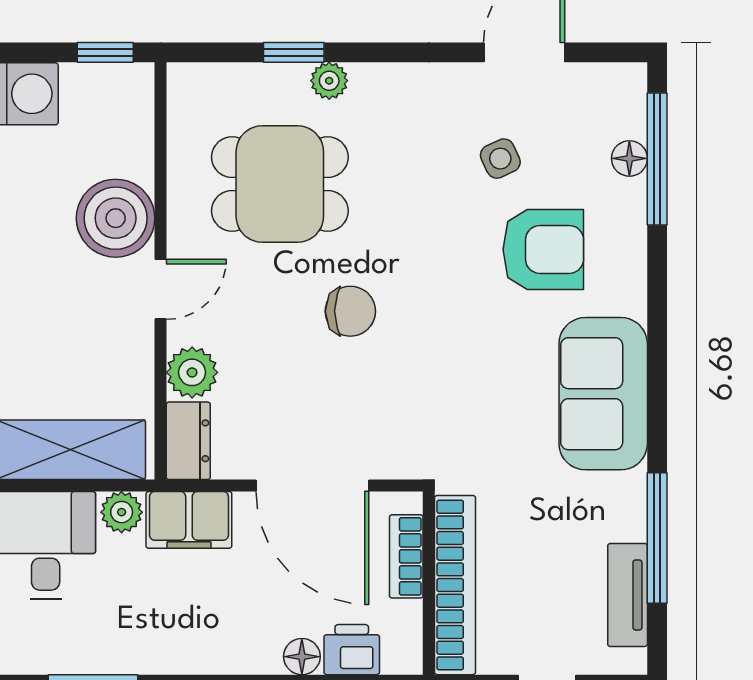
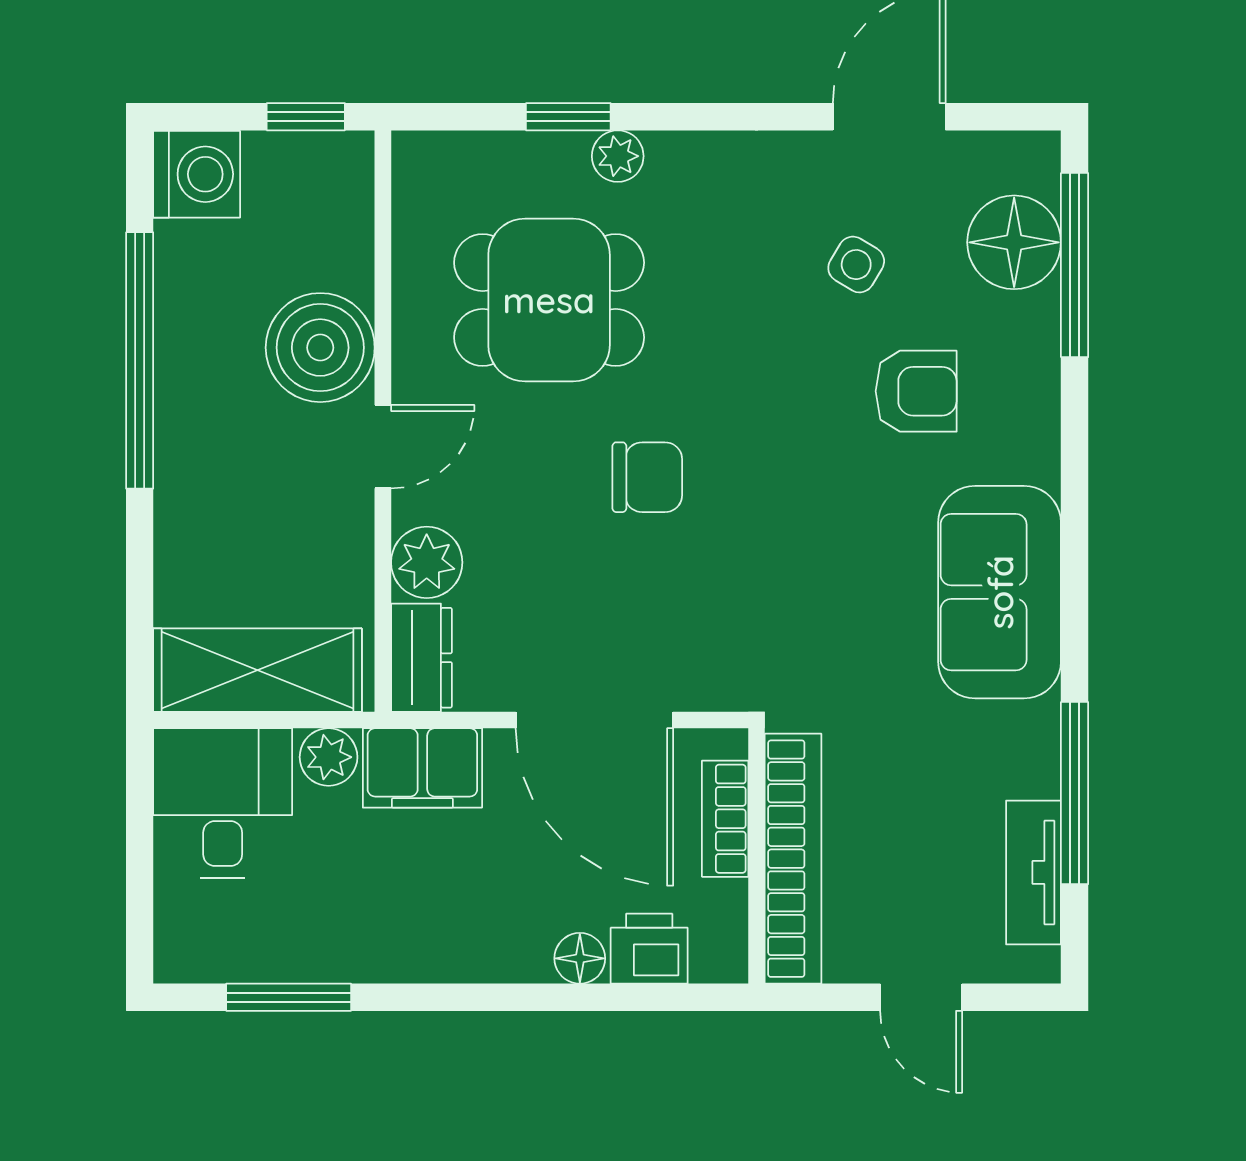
floor lamp: (629, 158) -> (1014, 242), width x1.89, depth x1.89
side table: (500, 159) -> (856, 265), turned -34
armchair: (543, 249) -> (916, 391), width x0.72, depth x0.72

